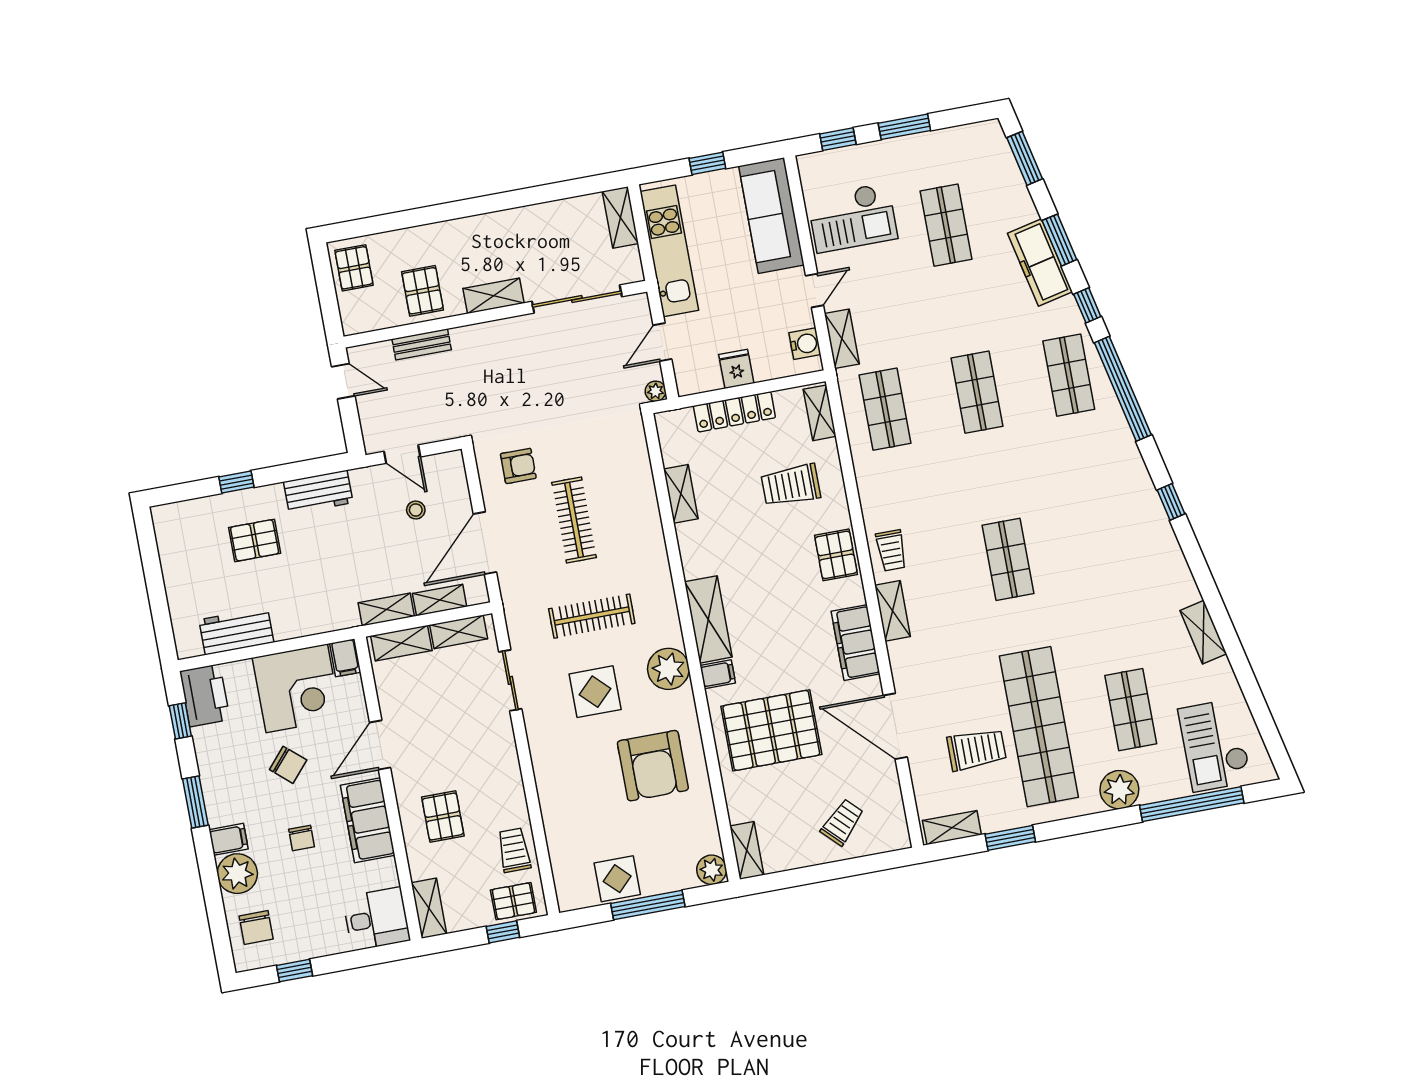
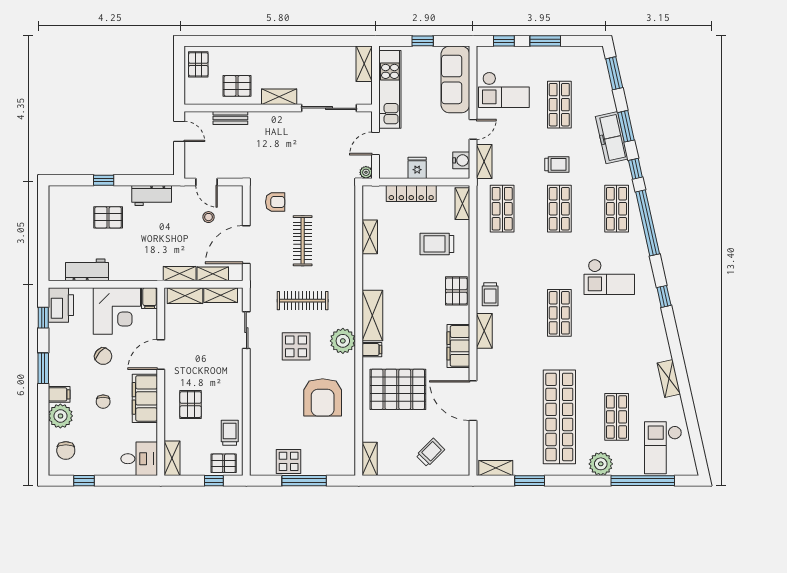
pallet: (423, 291) -> (237, 86), turned 90
checkout: (1077, 487) -> (609, 277), added
trolley: (977, 750) -> (557, 164), moved, width x0.73, depth x0.72
plant: (712, 870) -> (346, 467), removed

